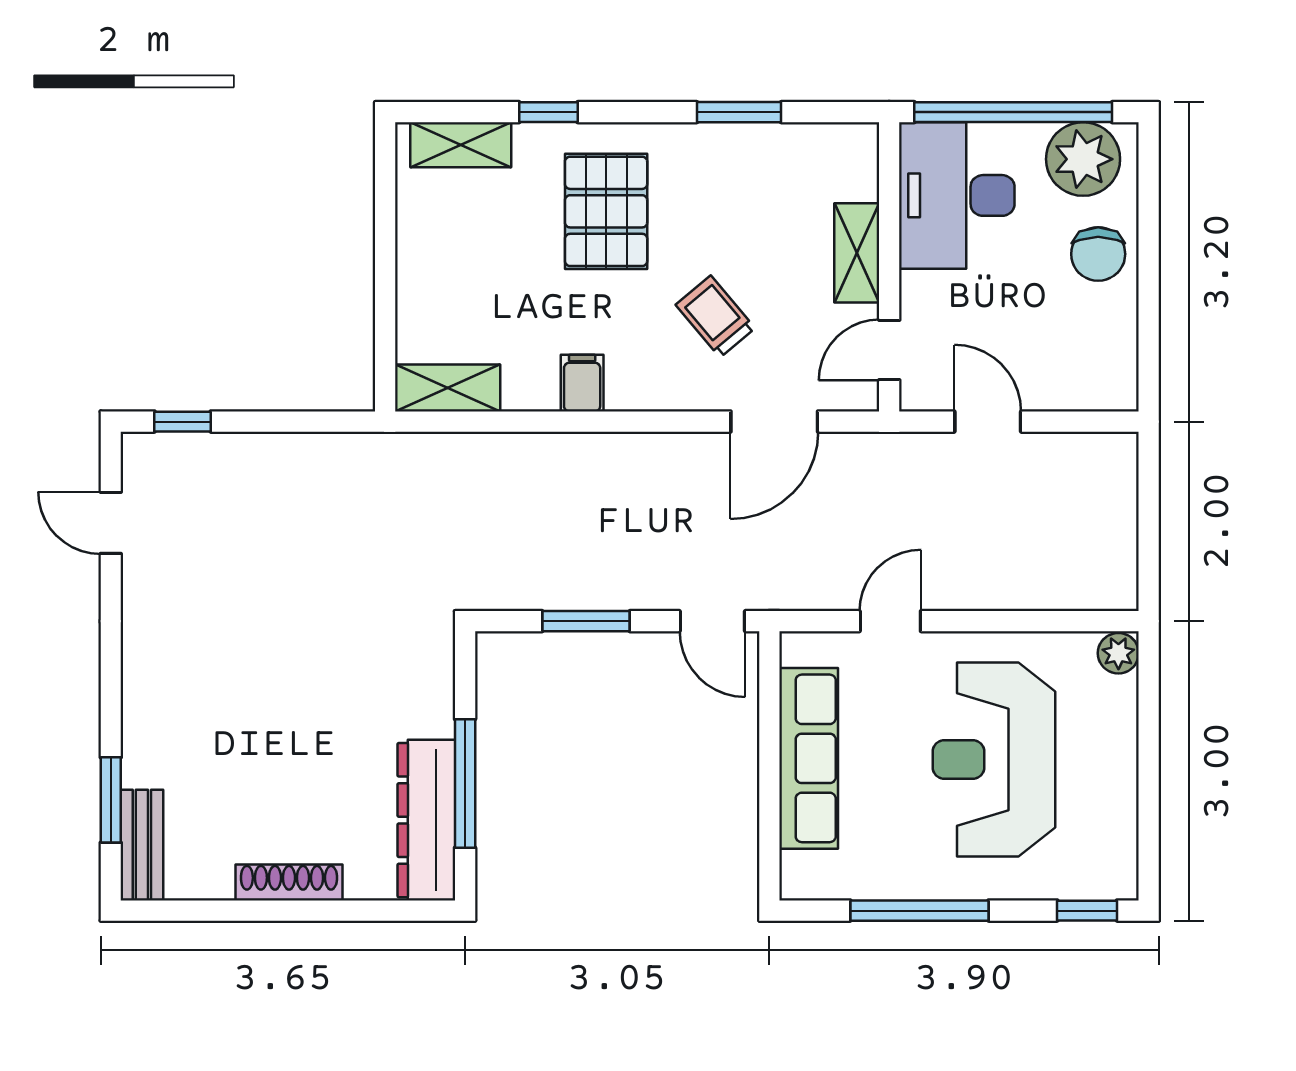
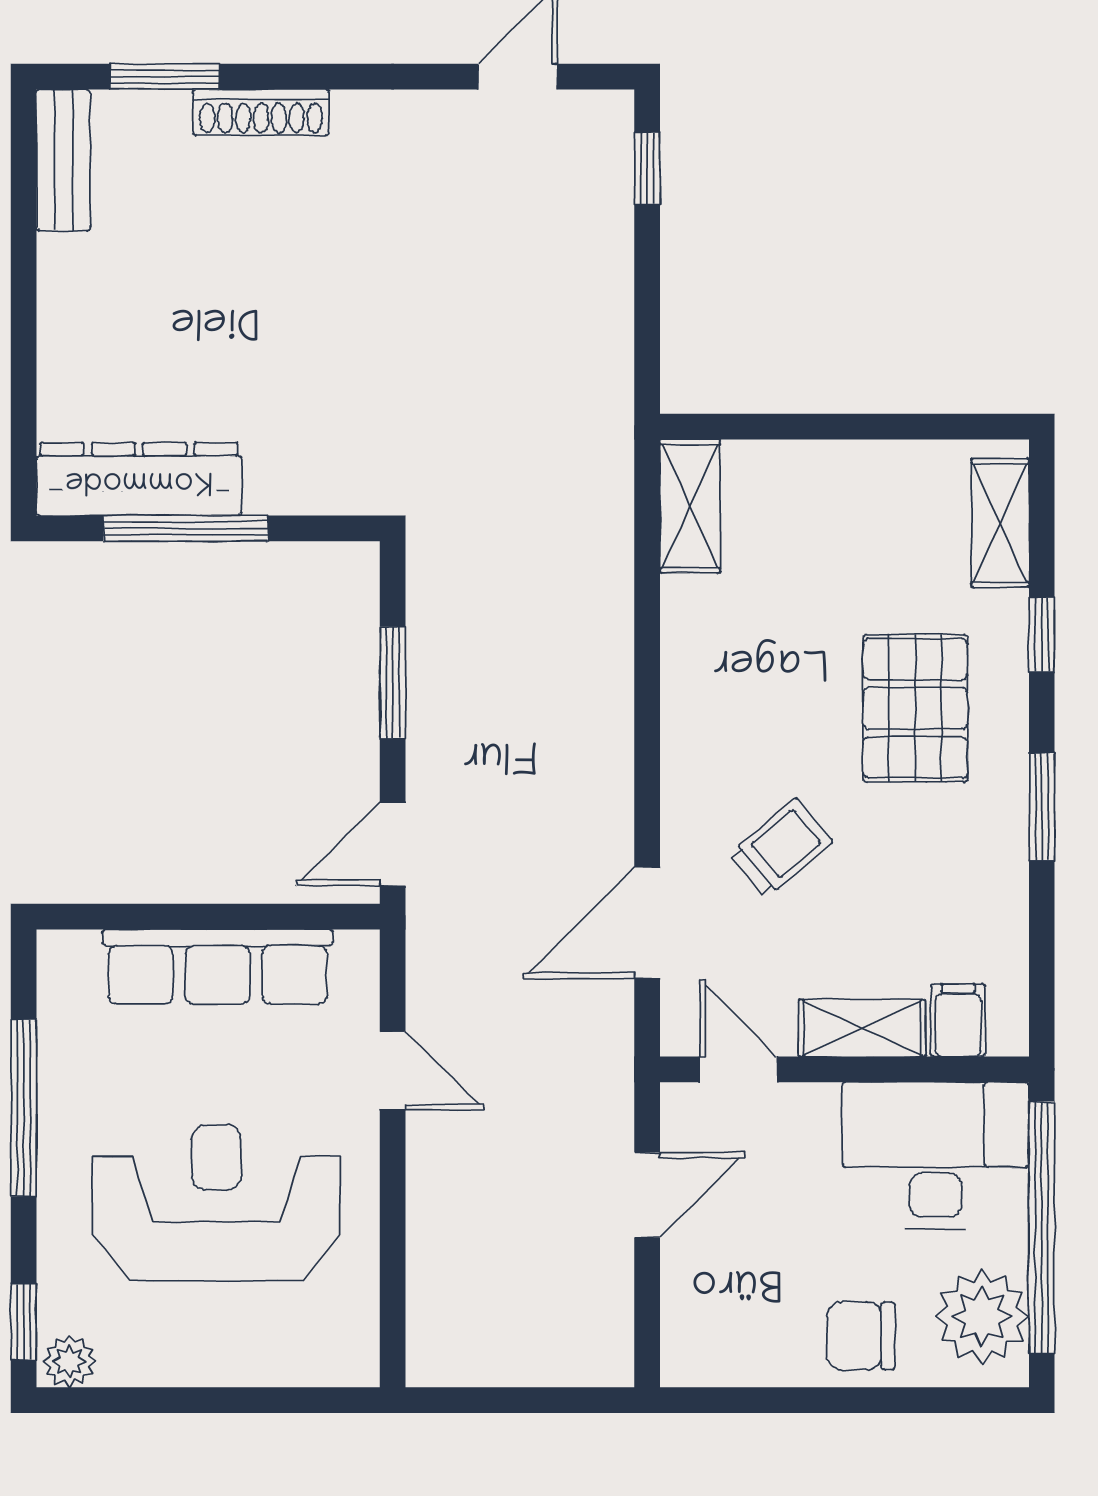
window: (739, 112) -> (1042, 807), moved
pallet: (606, 211) -> (915, 708), turned 90
filing cabinet: (582, 383) -> (958, 1020), moved, turned -90
door: (774, 422) -> (647, 923), hinge flipped
plant: (1118, 653) -> (69, 1361), moved
bench: (142, 845) -> (63, 160), moved, turned 90
shoe rack: (289, 882) -> (261, 112), moved, turned 90

